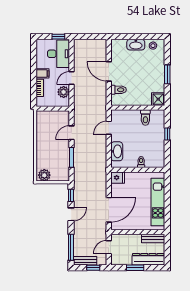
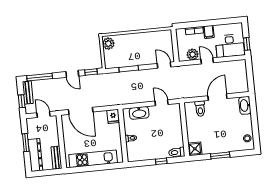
washbasin: (136, 45) -> (245, 105), moved
toilet: (145, 118) -> (177, 152), moved
door: (71, 133) -> (164, 65), moved

